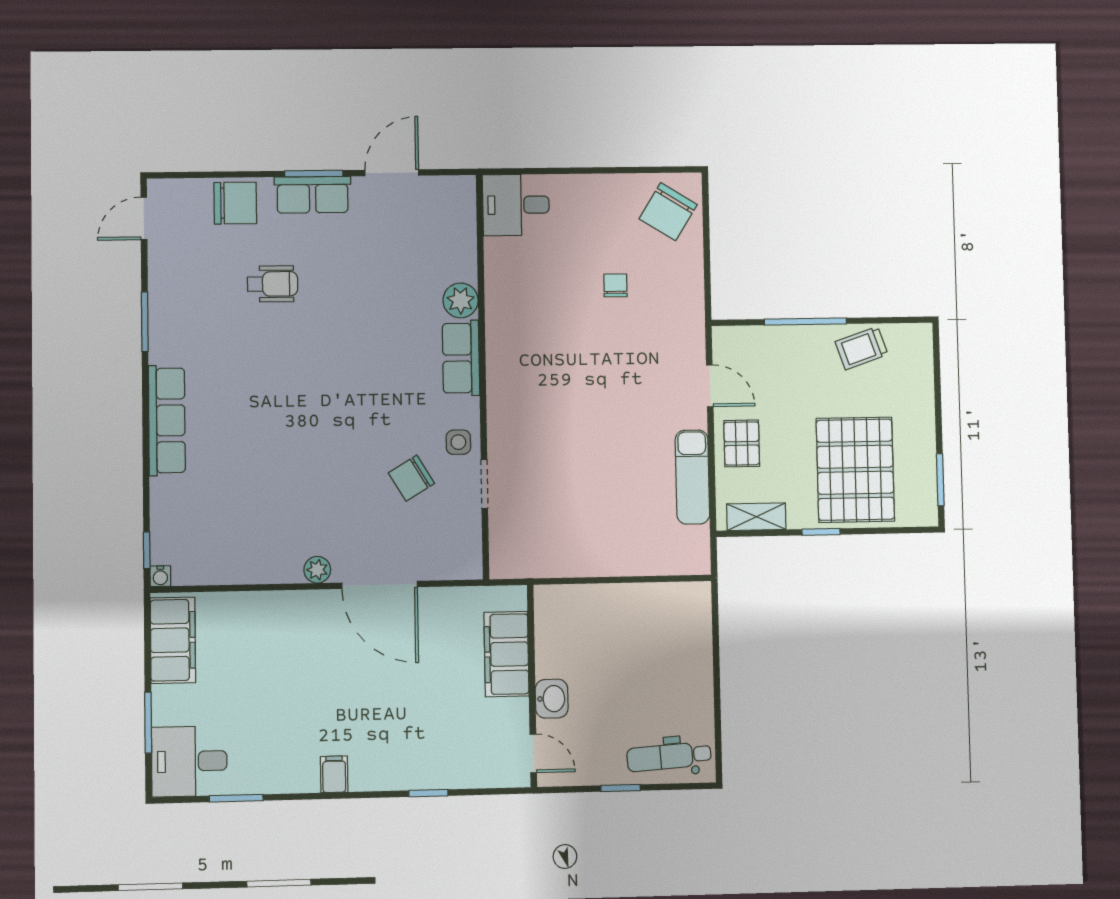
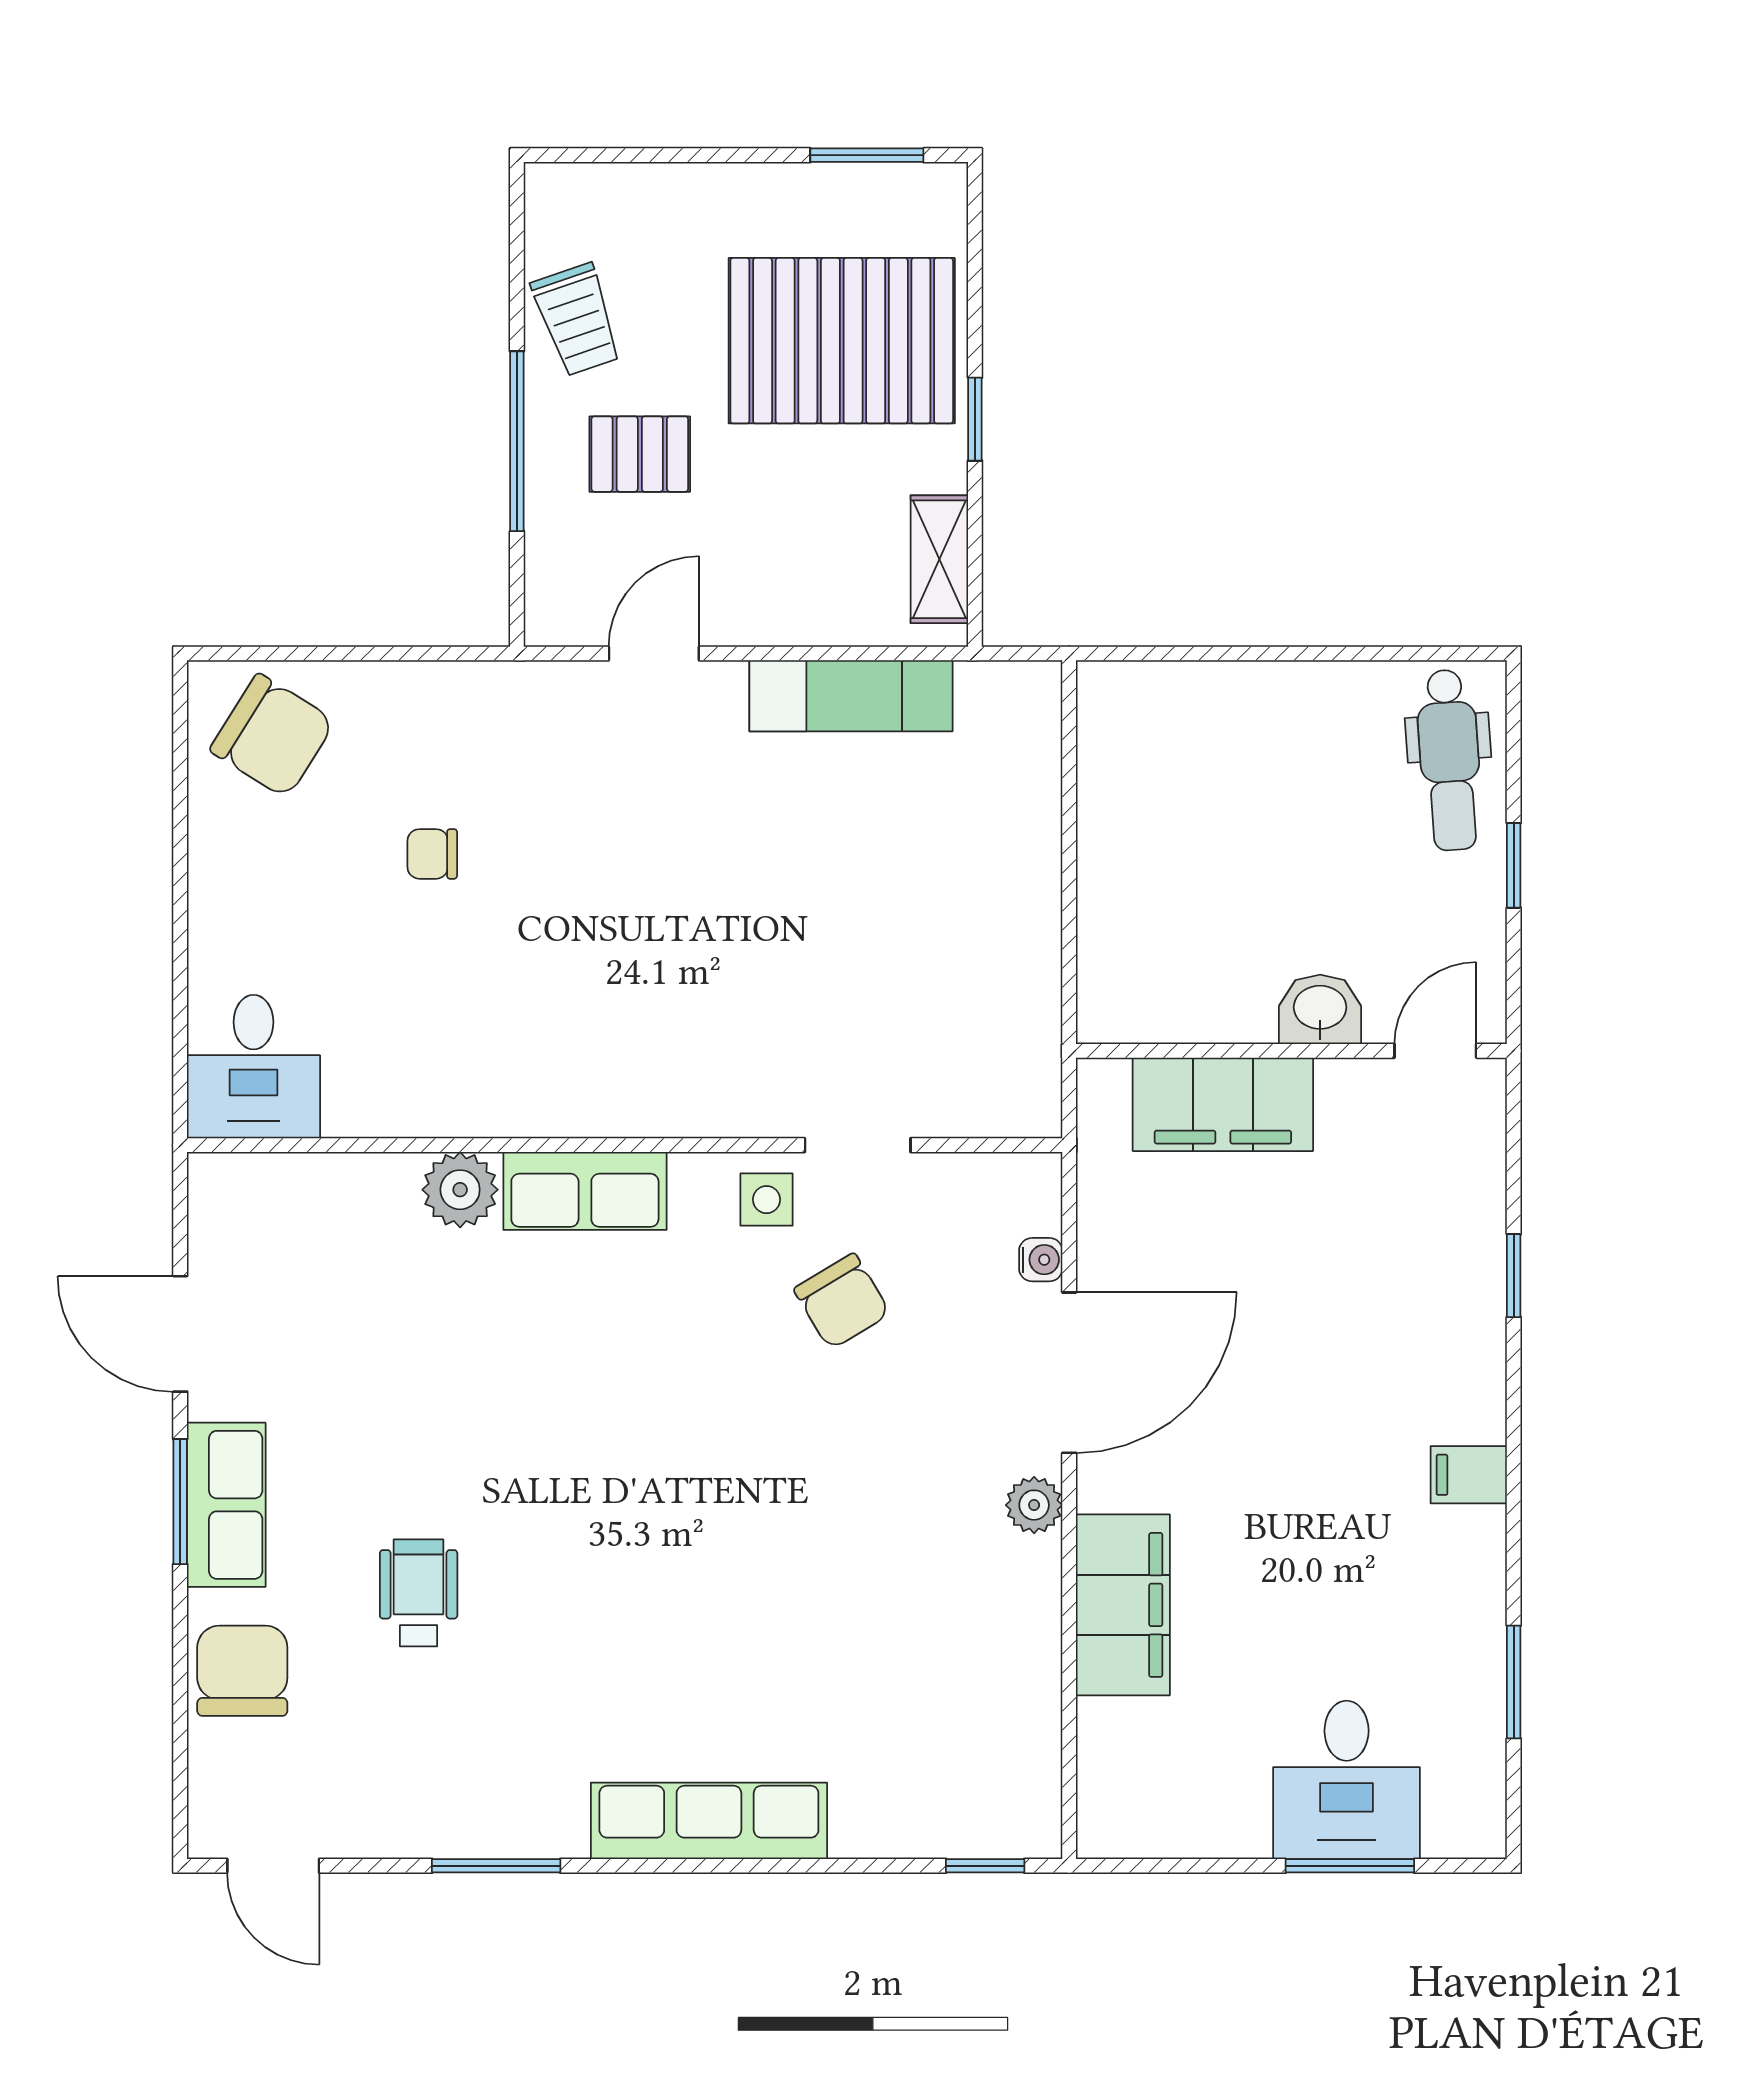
pallet: (742, 443) -> (640, 454), moved
water cooler: (160, 576) -> (1041, 1260), moved
filing cabinet: (173, 640) -> (1123, 1605), moved, turned 90
desk: (189, 761) -> (1347, 1780), moved

